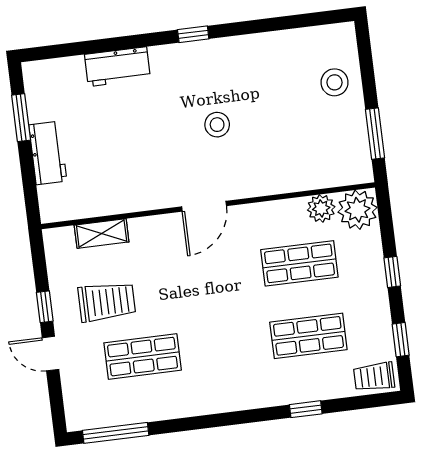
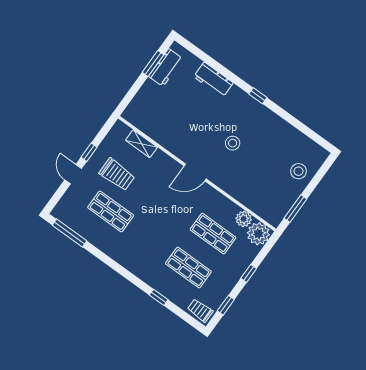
workbench: (48, 153) -> (166, 68), moved

